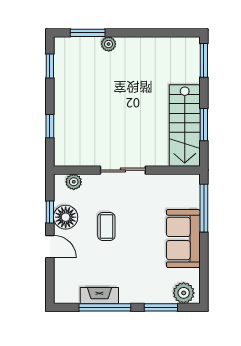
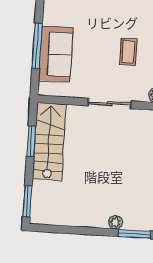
window: (204, 208) -> (37, 46), moved
sofa: (183, 239) -> (56, 54), moved

